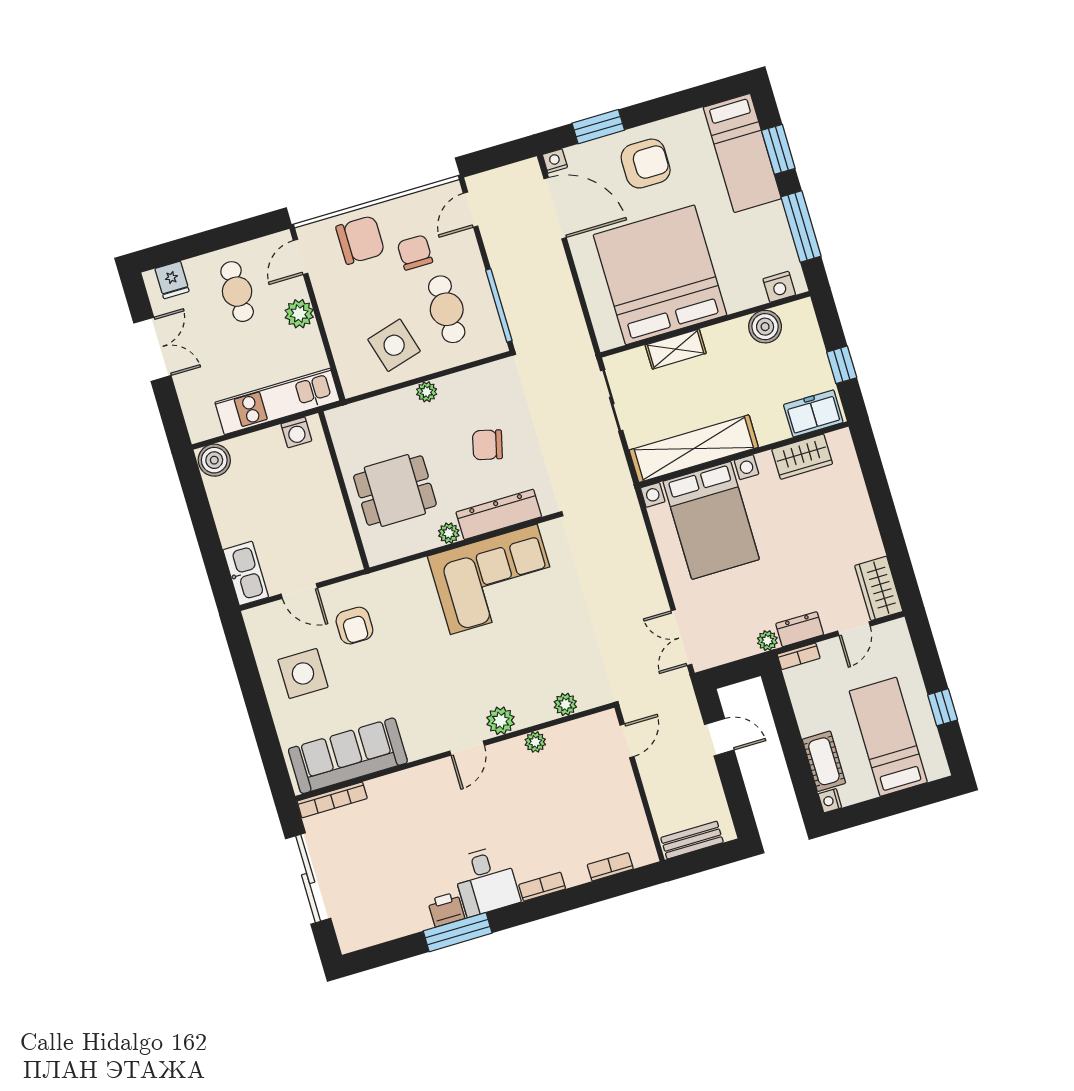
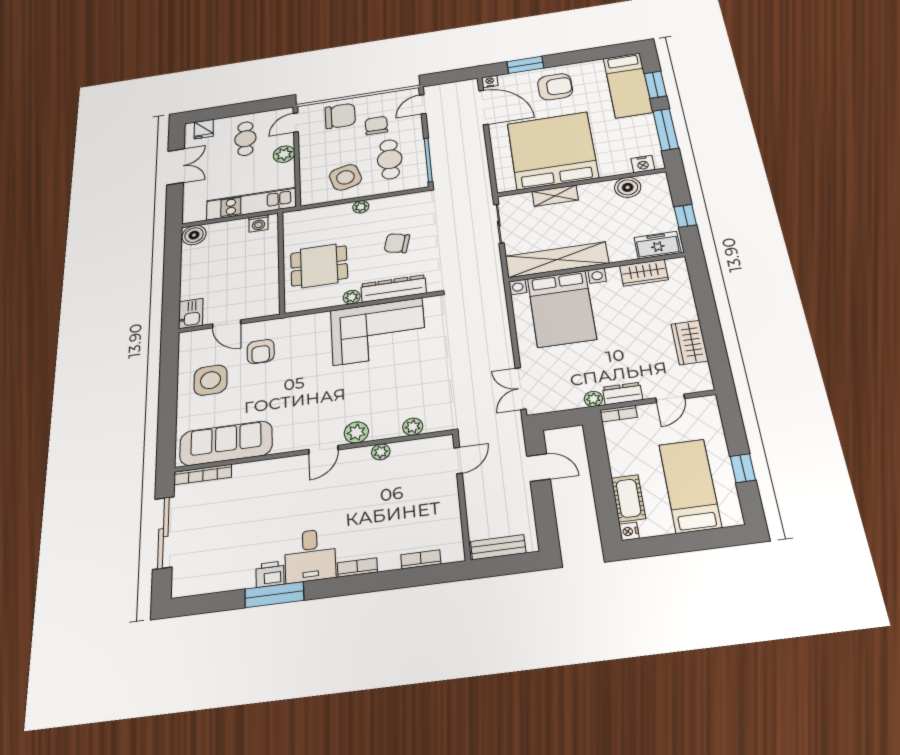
kitchen sink: (246, 573) -> (191, 313), width x0.73
wardrobe: (879, 588) -> (690, 342), moved

